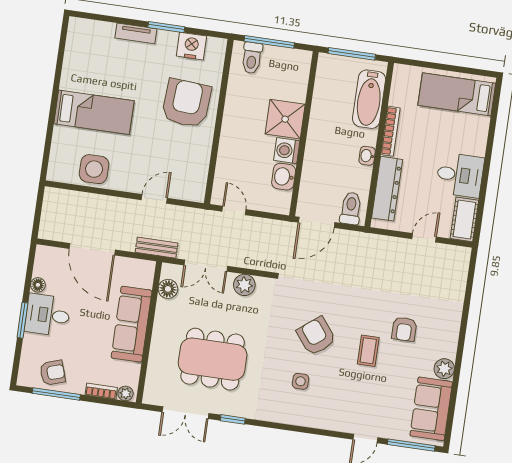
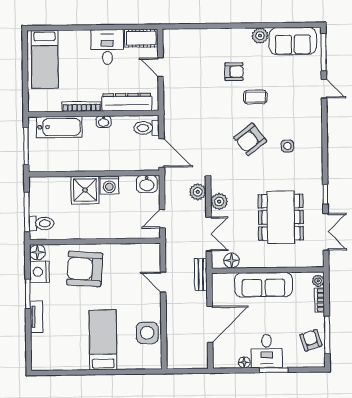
floor lamp: (217, 47) -> (37, 252), added
washbasin: (284, 177) -> (147, 184), moved
plant: (261, 260) -> (198, 192), added

